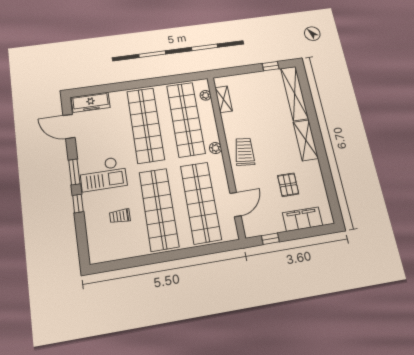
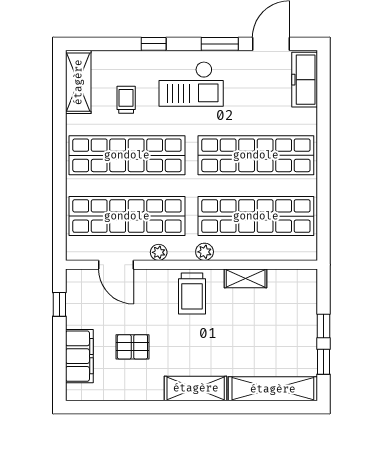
window: (248, 69) -> (324, 326), added
plant: (206, 95) -> (159, 252), moved
shelving: (224, 99) -> (246, 278), moved
trolley: (245, 152) -> (192, 293), turned 84
window: (74, 172) -> (220, 44), moved
checkout: (103, 174) -> (191, 84), turned -90
shelving: (112, 252) -> (78, 82), added

